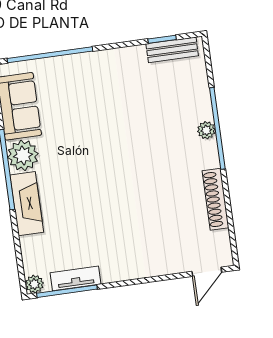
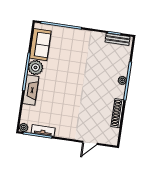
door: (207, 272) -> (90, 143), moved

